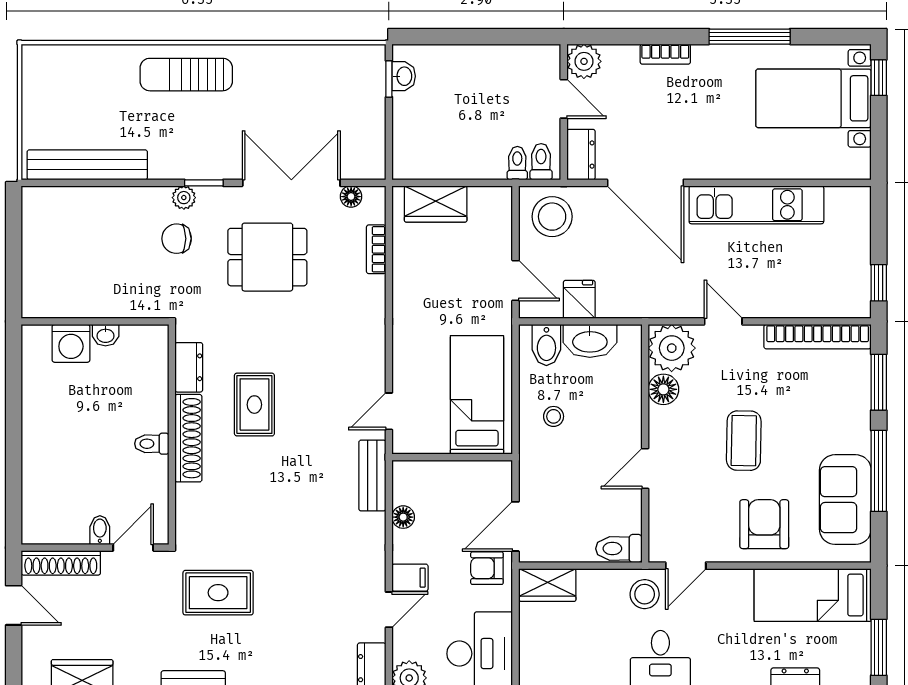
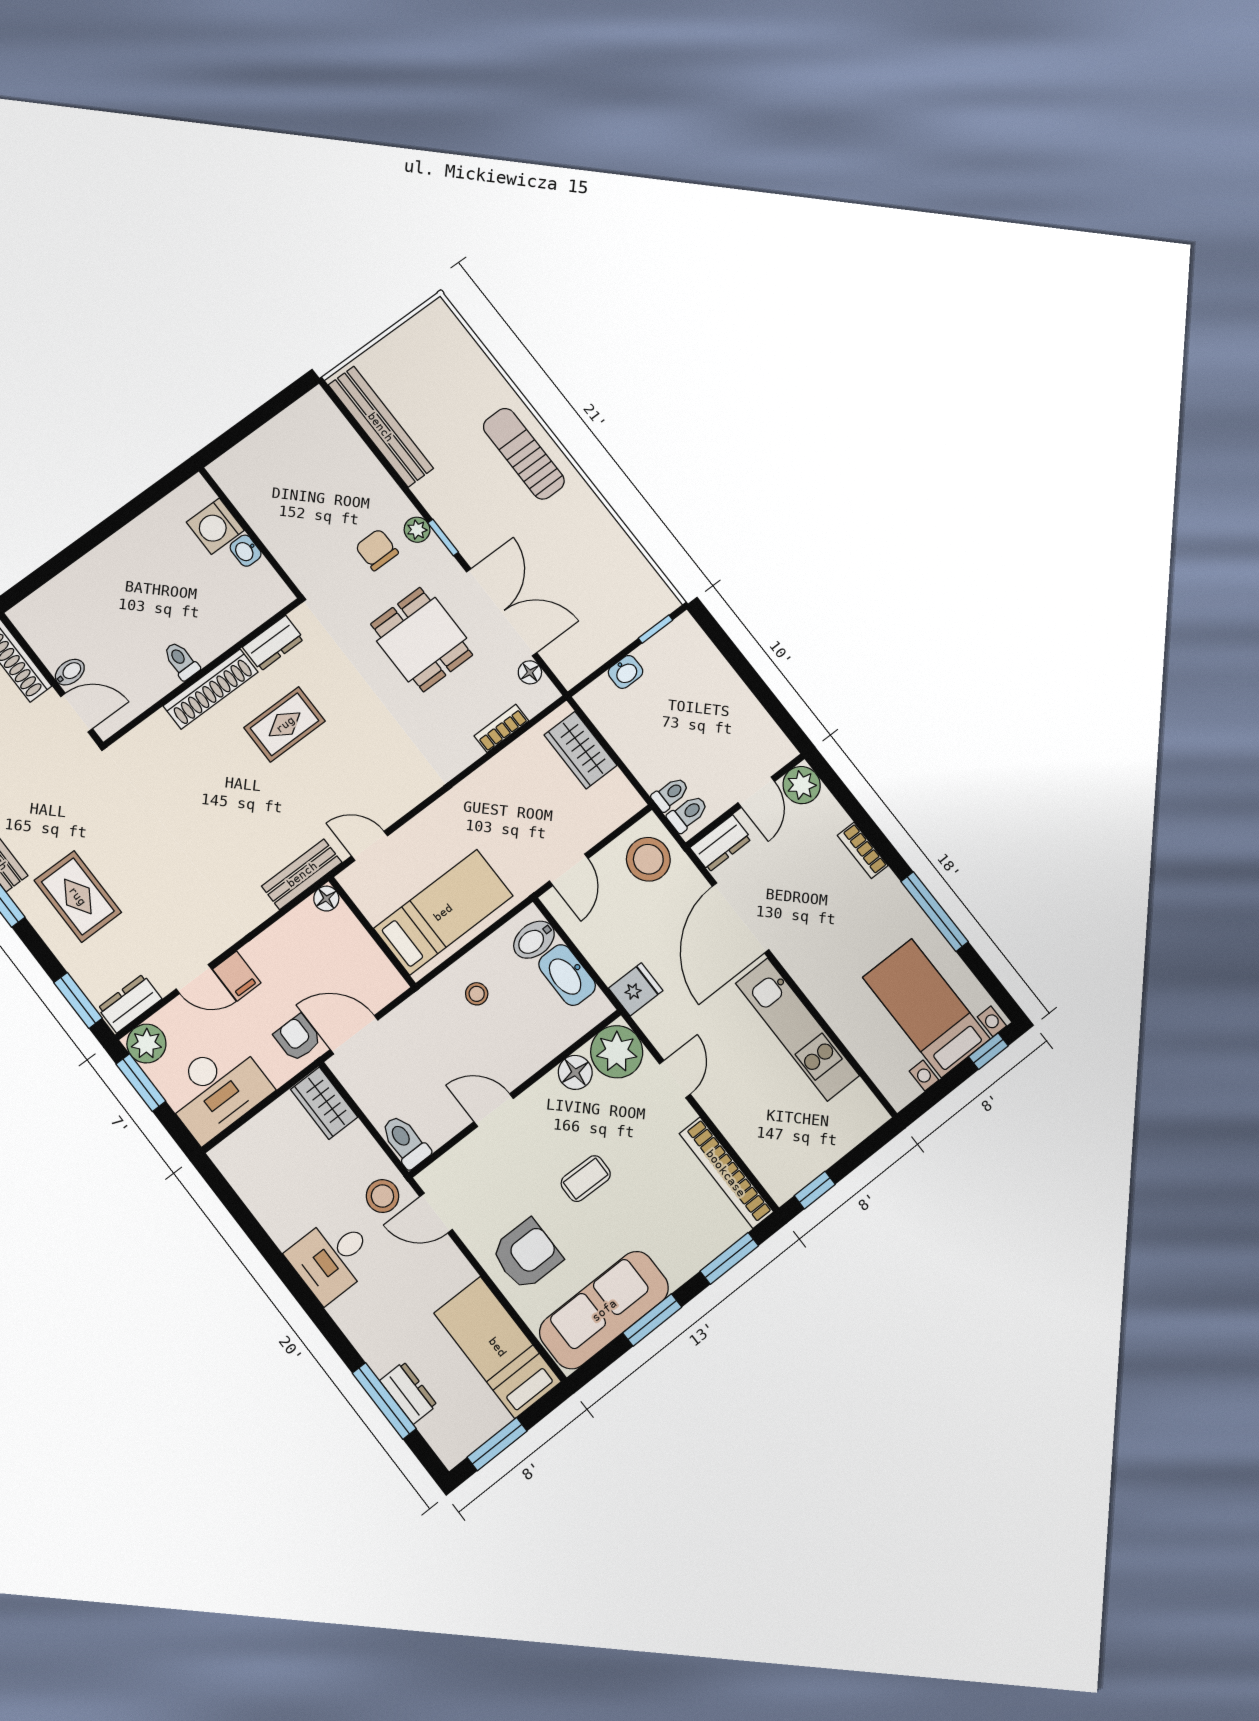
washbasin: (404, 76) -> (626, 672), moved
fridge: (579, 299) -> (636, 989), moved
coffee table: (744, 441) -> (586, 1179), width x0.73, depth x0.77
window: (879, 471) -> (652, 1320), width x0.69
sofa: (845, 500) -> (604, 1310), width x1.36
floor lamp: (403, 517) -> (326, 899), moved
rug: (218, 593) -> (78, 896), moved

